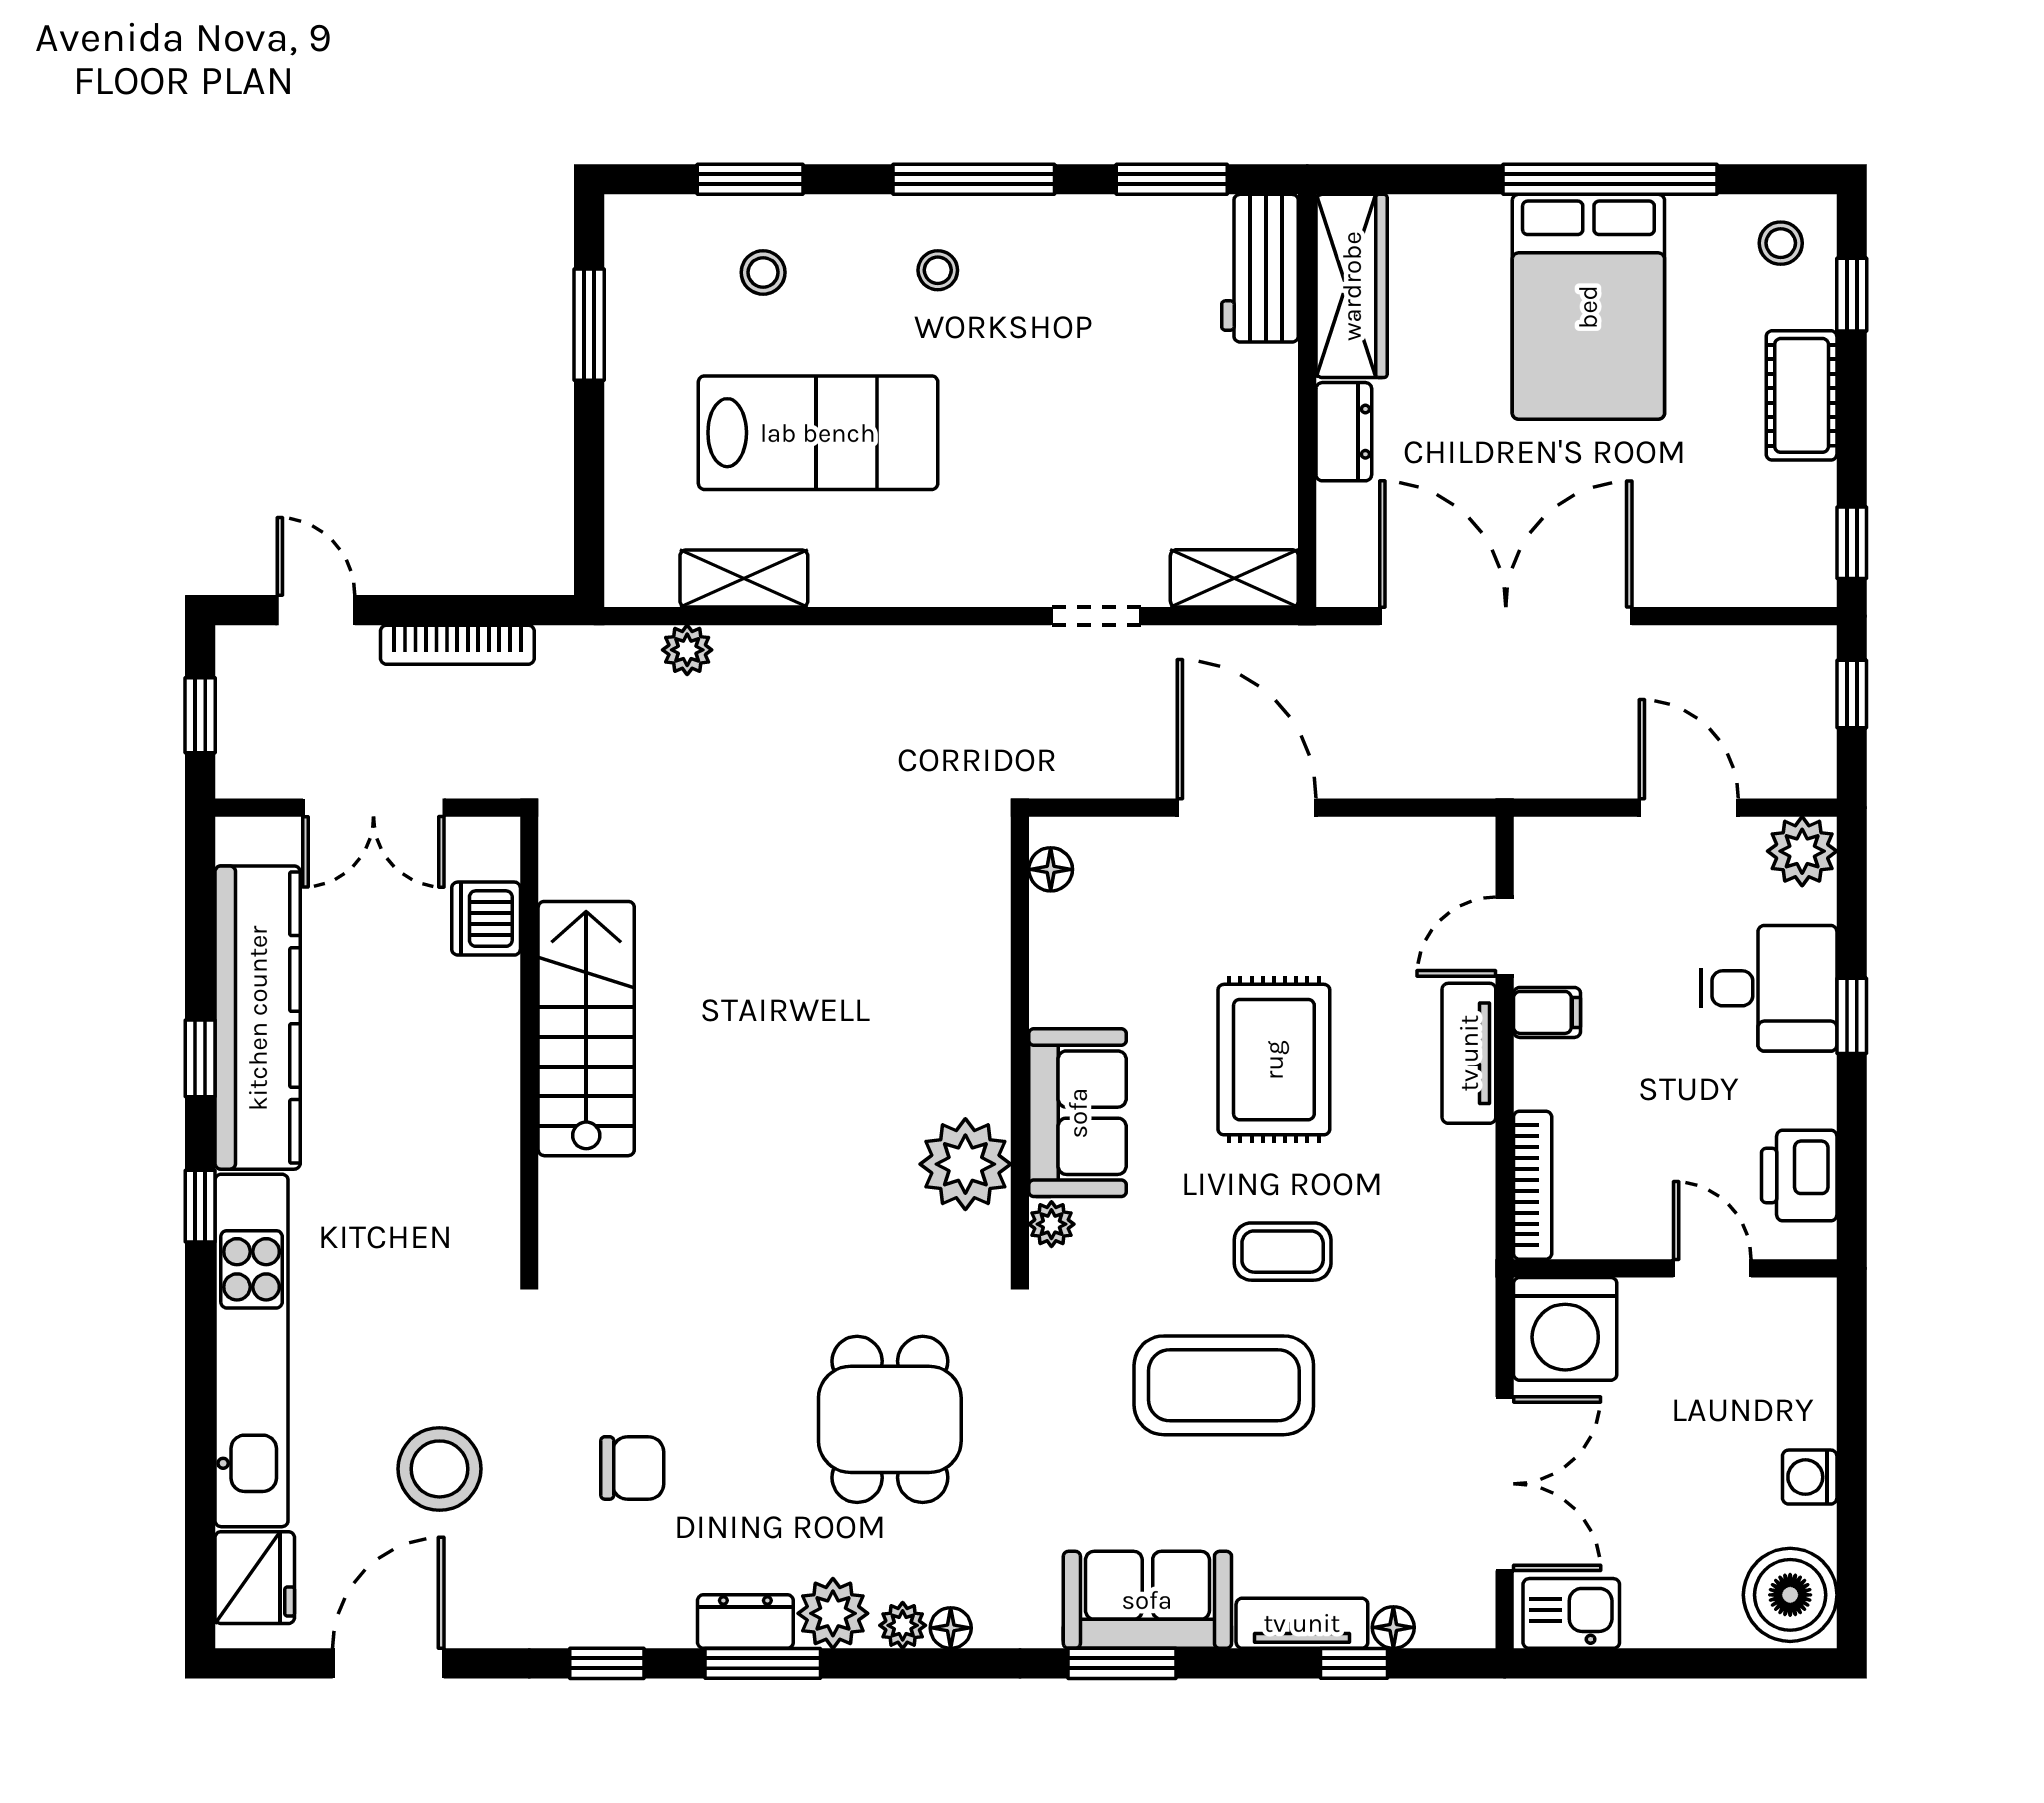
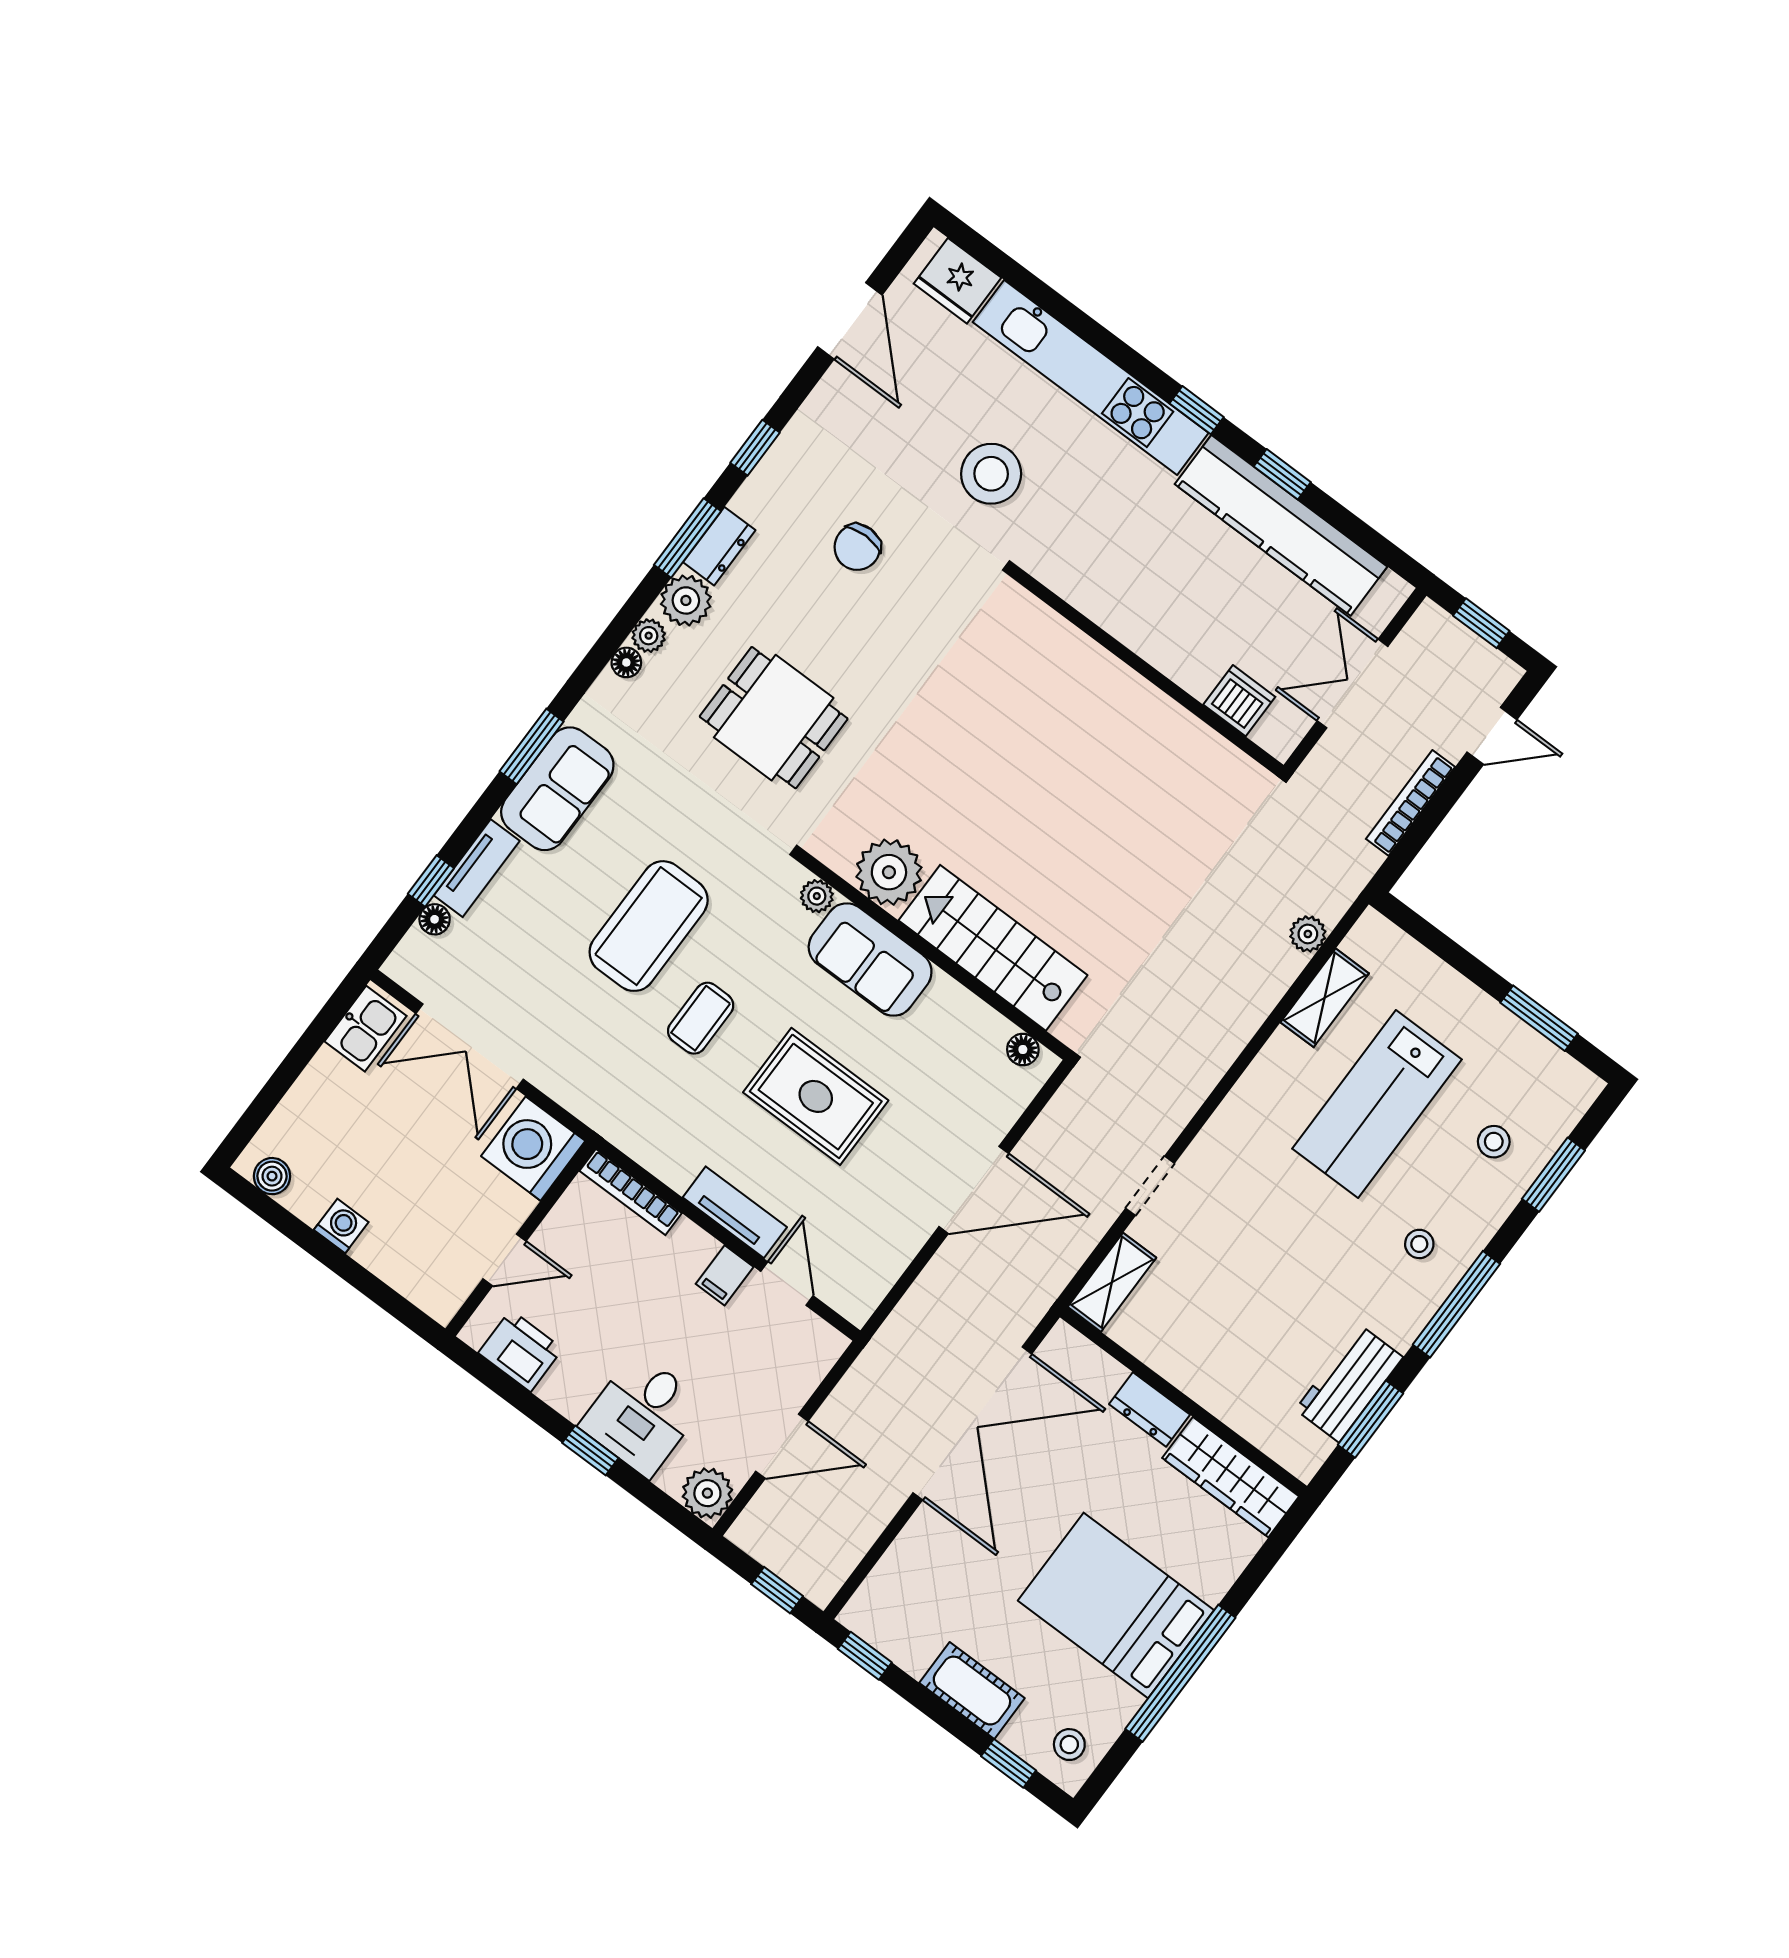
workbench: (1260, 268) -> (1349, 1383), moved, turned -90
stairs: (586, 1029) -> (993, 948), moved, turned 180
stool: (439, 1469) -> (991, 474), moved
boiler: (1790, 1595) -> (272, 1176), width x0.54, depth x0.54

